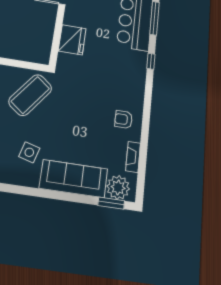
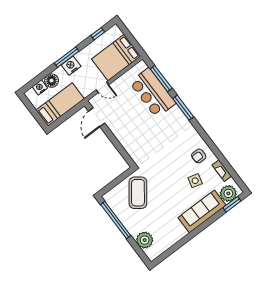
fridge: (72, 40) -> (129, 140), removed
window: (151, 61) -> (183, 108), width x2.17
side table: (29, 152) -> (195, 181), moved

